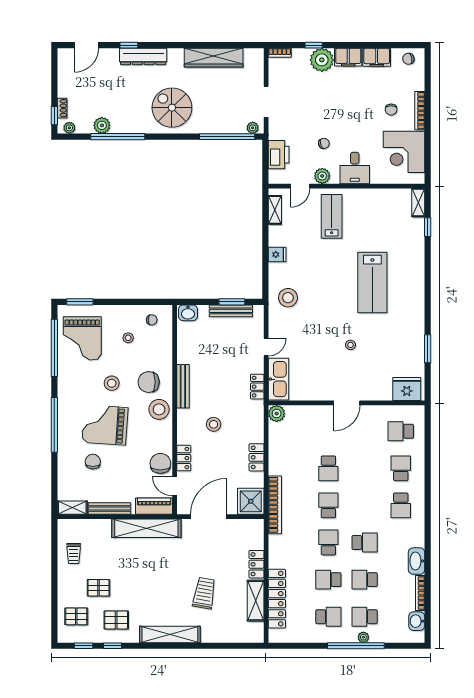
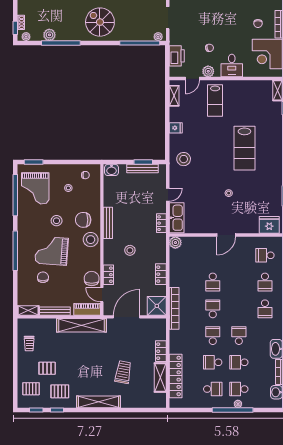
lab bench: (332, 216) -> (215, 100), turned 180
school desk: (401, 468) -> (265, 282), turned 180
school desk: (365, 543) -> (239, 336), turned -90

